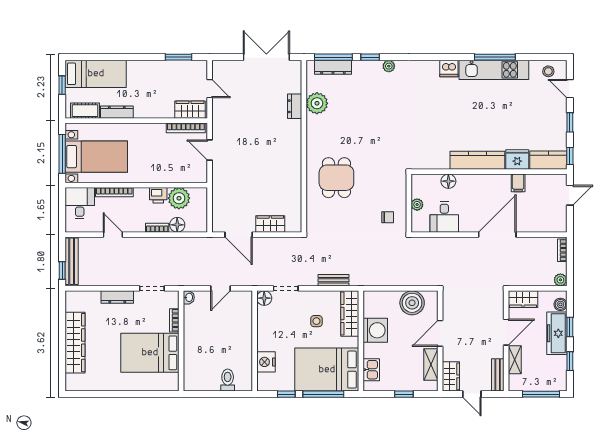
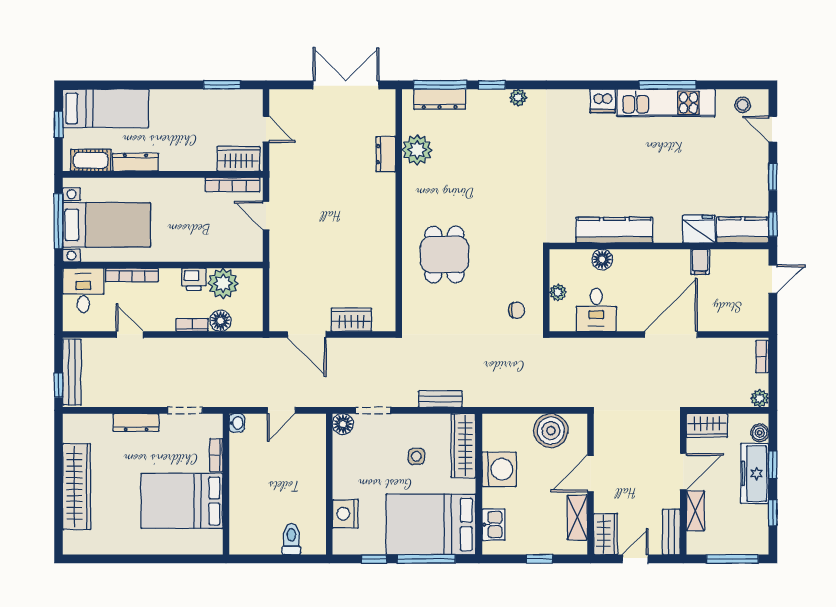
kitchen counter: (477, 160) -> (614, 230), moved
door: (472, 394) -> (635, 559), swing flipped

